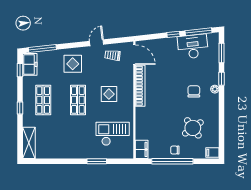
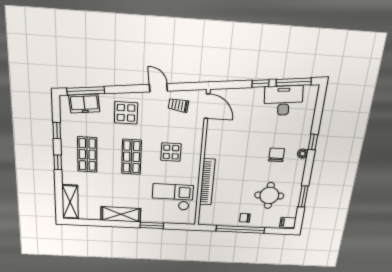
door: (97, 43) -> (158, 88), hinge flipped
window: (221, 53) -> (303, 196), moved
freezer: (30, 64) -> (84, 104), moved, turned 84
window: (20, 70) -> (57, 131), moved
bookcase: (140, 86) -> (207, 182), moved
round table: (193, 128) -> (269, 195), turned 36
filing cabinet: (142, 149) -> (206, 215), removed
shelving: (70, 152) -> (121, 214), added

